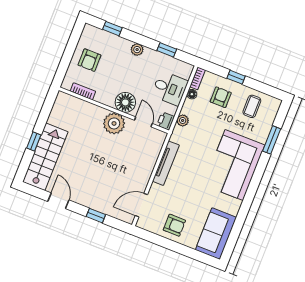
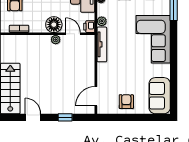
plant: (114, 123) -> (56, 40), width x0.53, depth x0.53
tv unit: (166, 163) -> (102, 44), moved
armchair: (174, 225) -> (126, 102), turned -90

